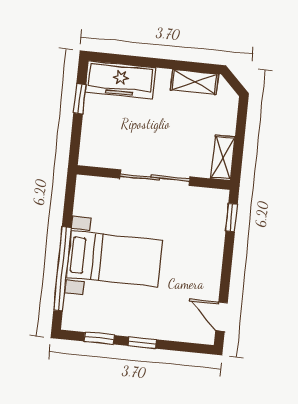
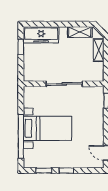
shelving: (223, 158) -> (99, 50), moved

